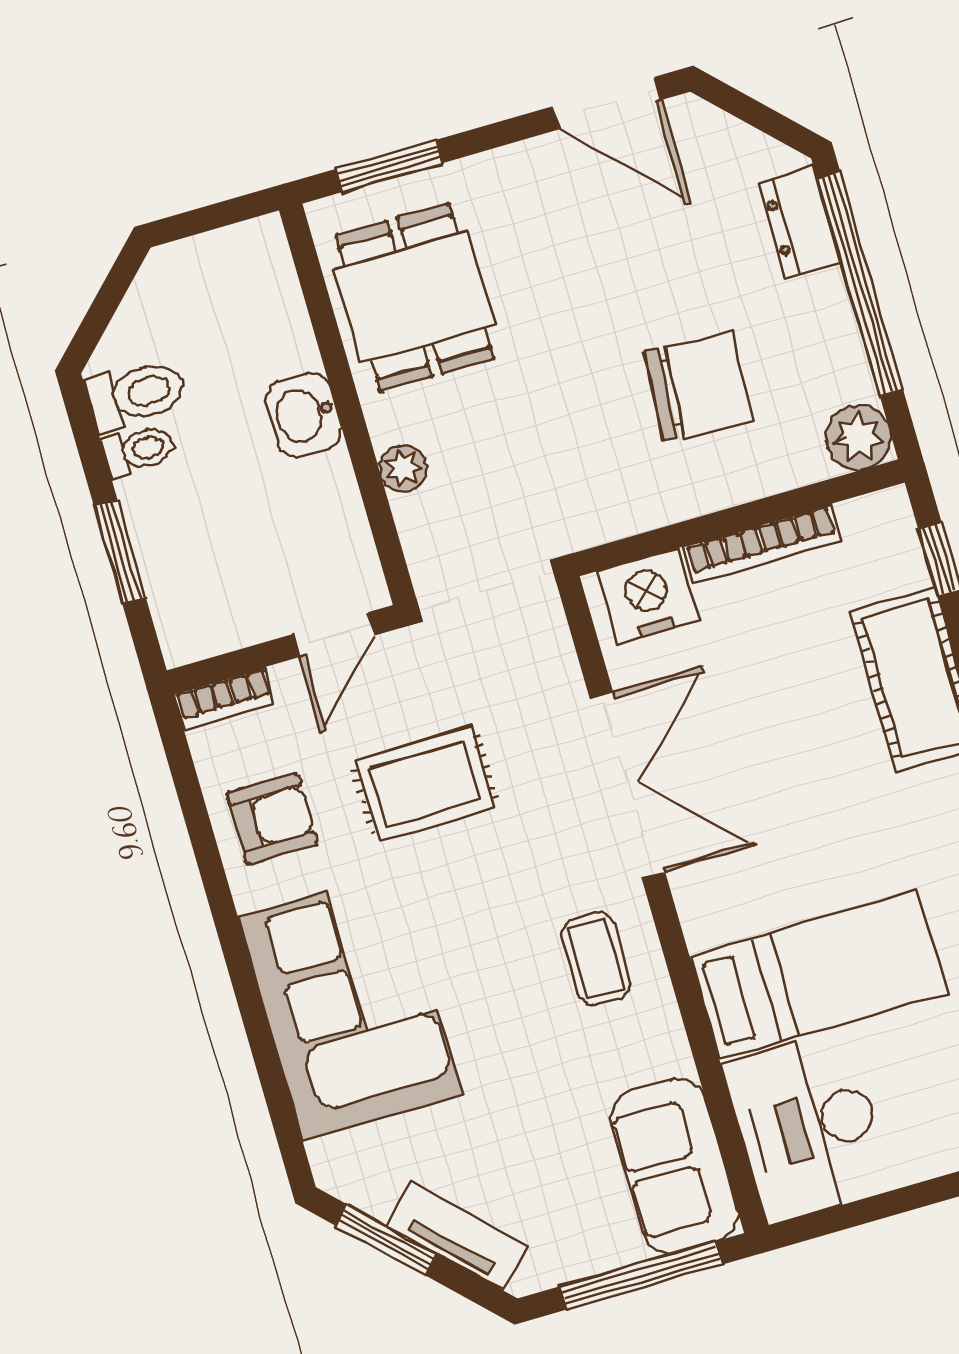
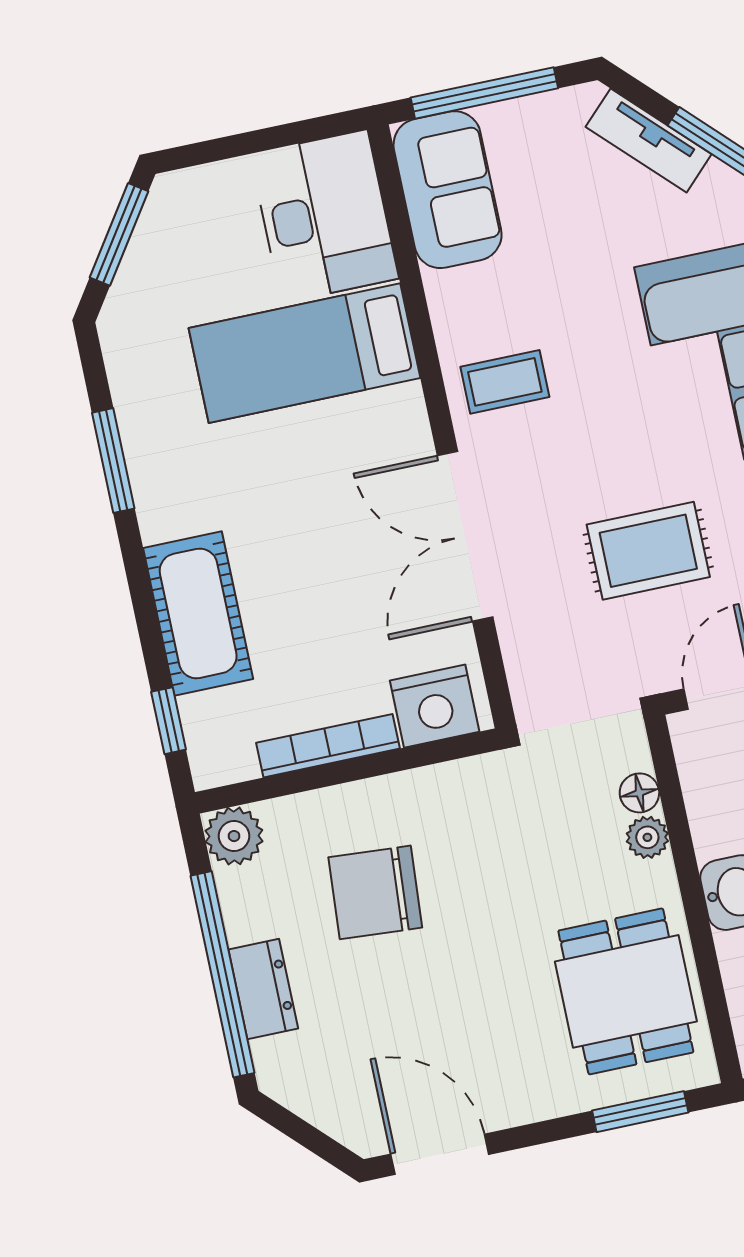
dresser: (800, 222) -> (263, 989), moved
floor lamp: (415, 517) -> (639, 793), added
coffee table: (596, 959) -> (505, 382), turned 90

